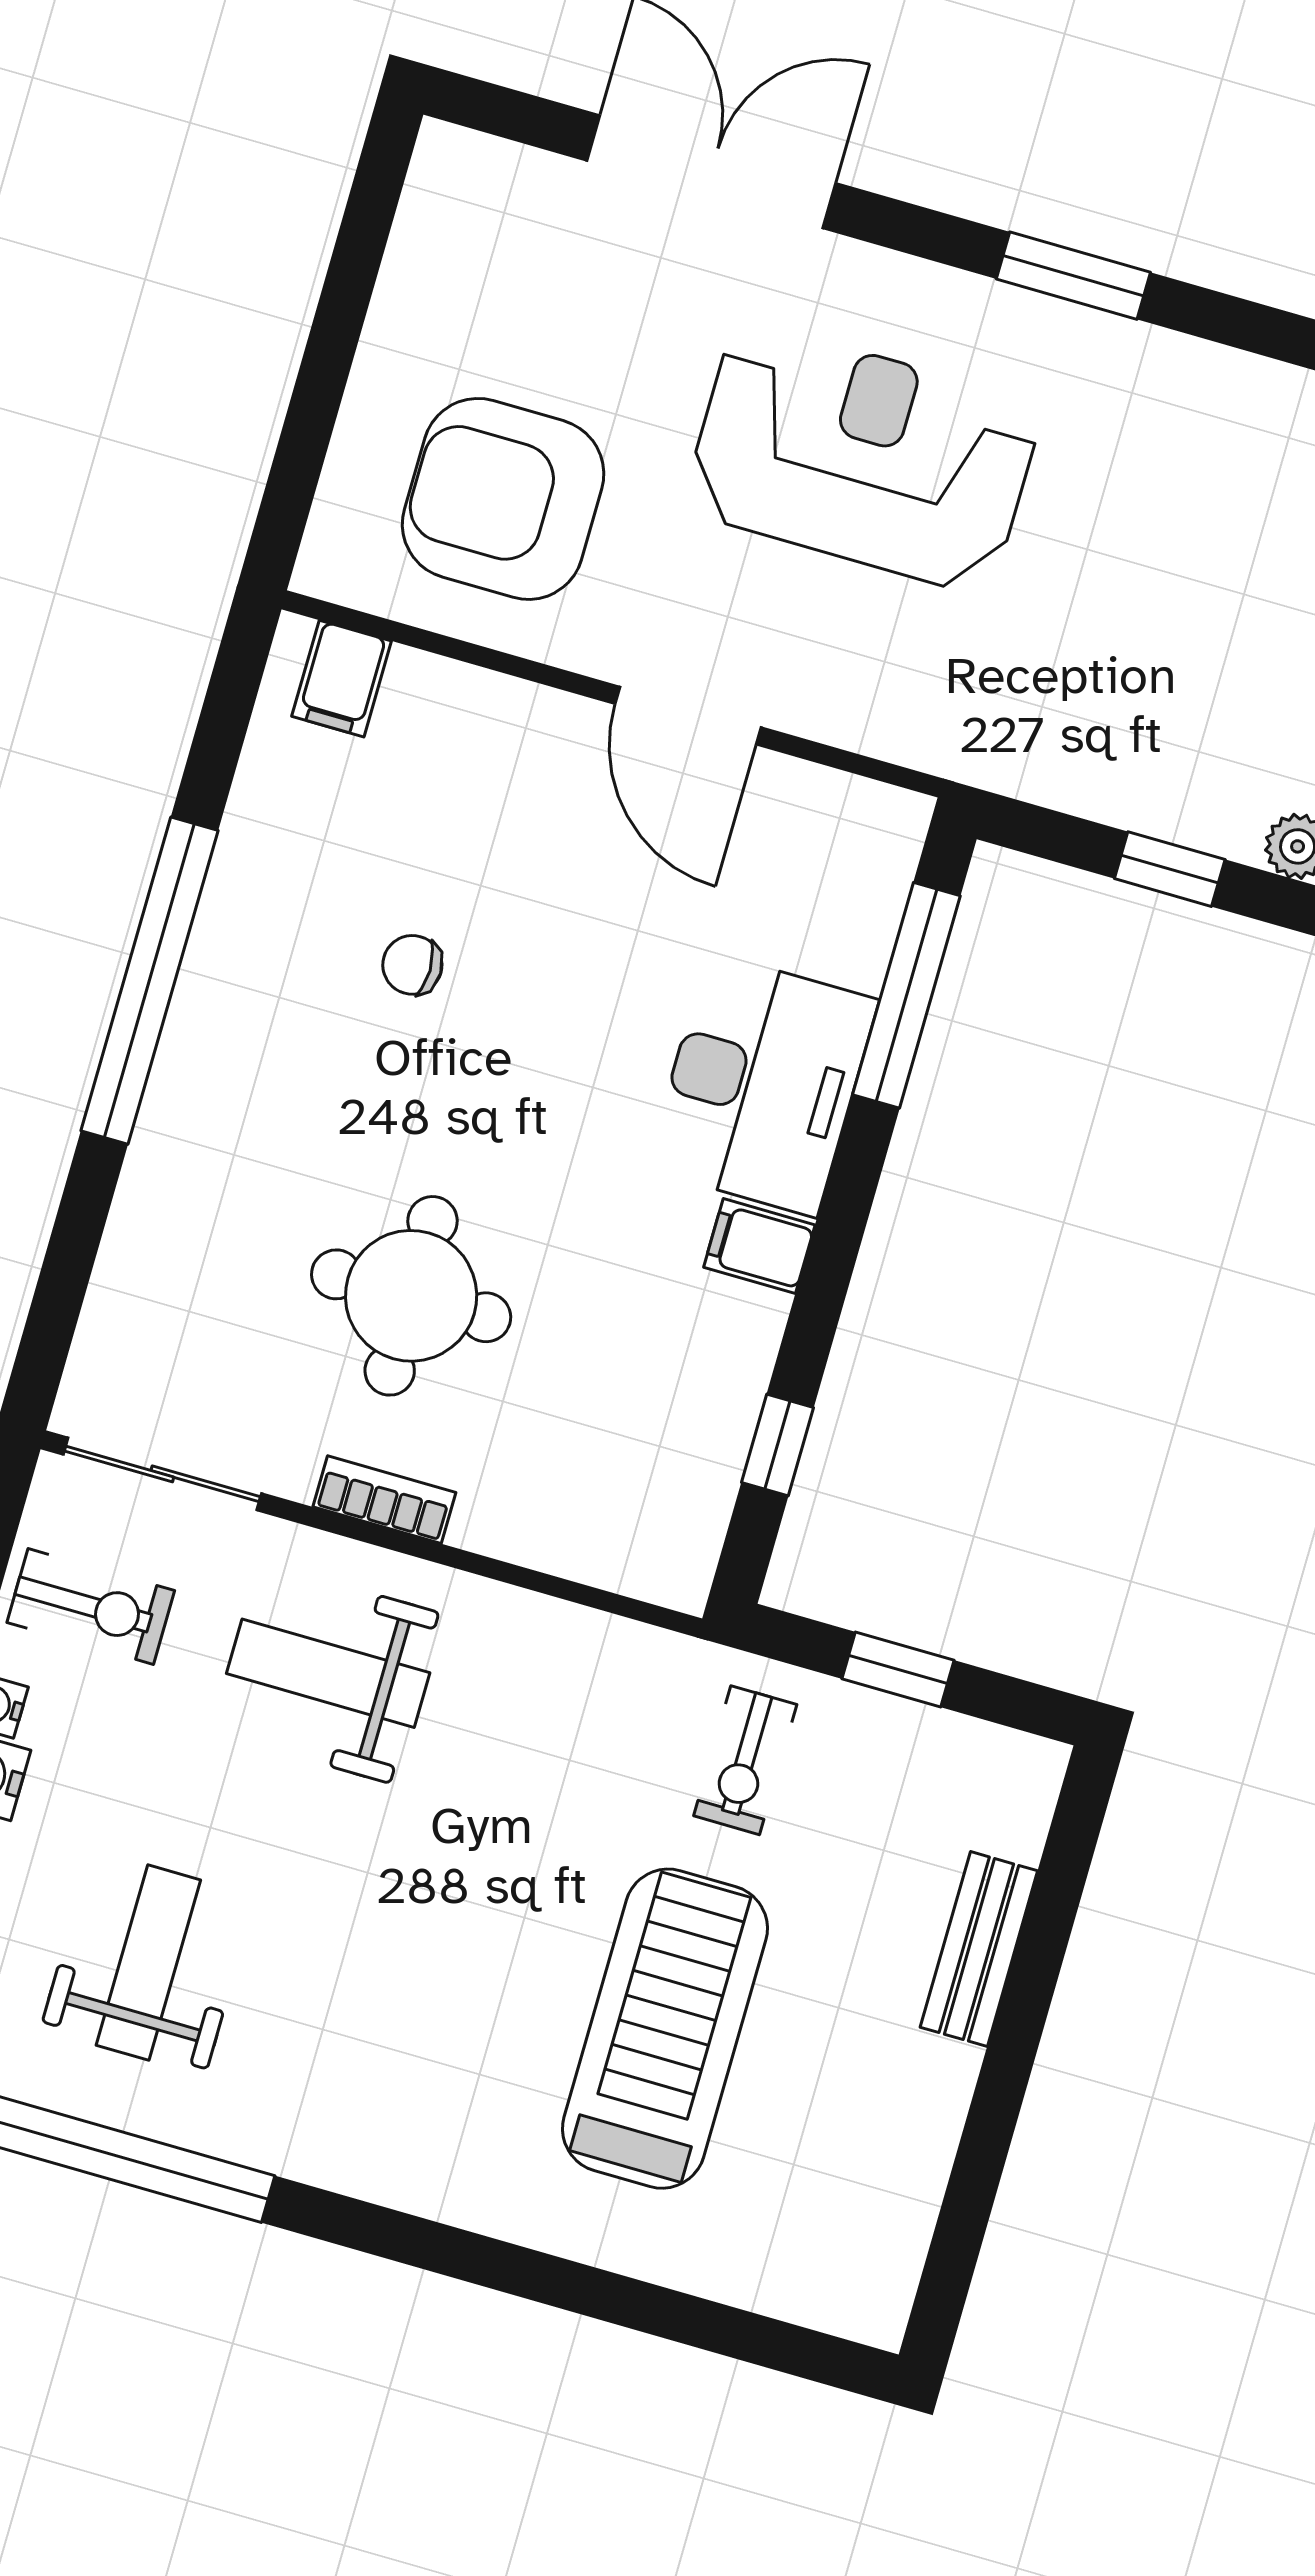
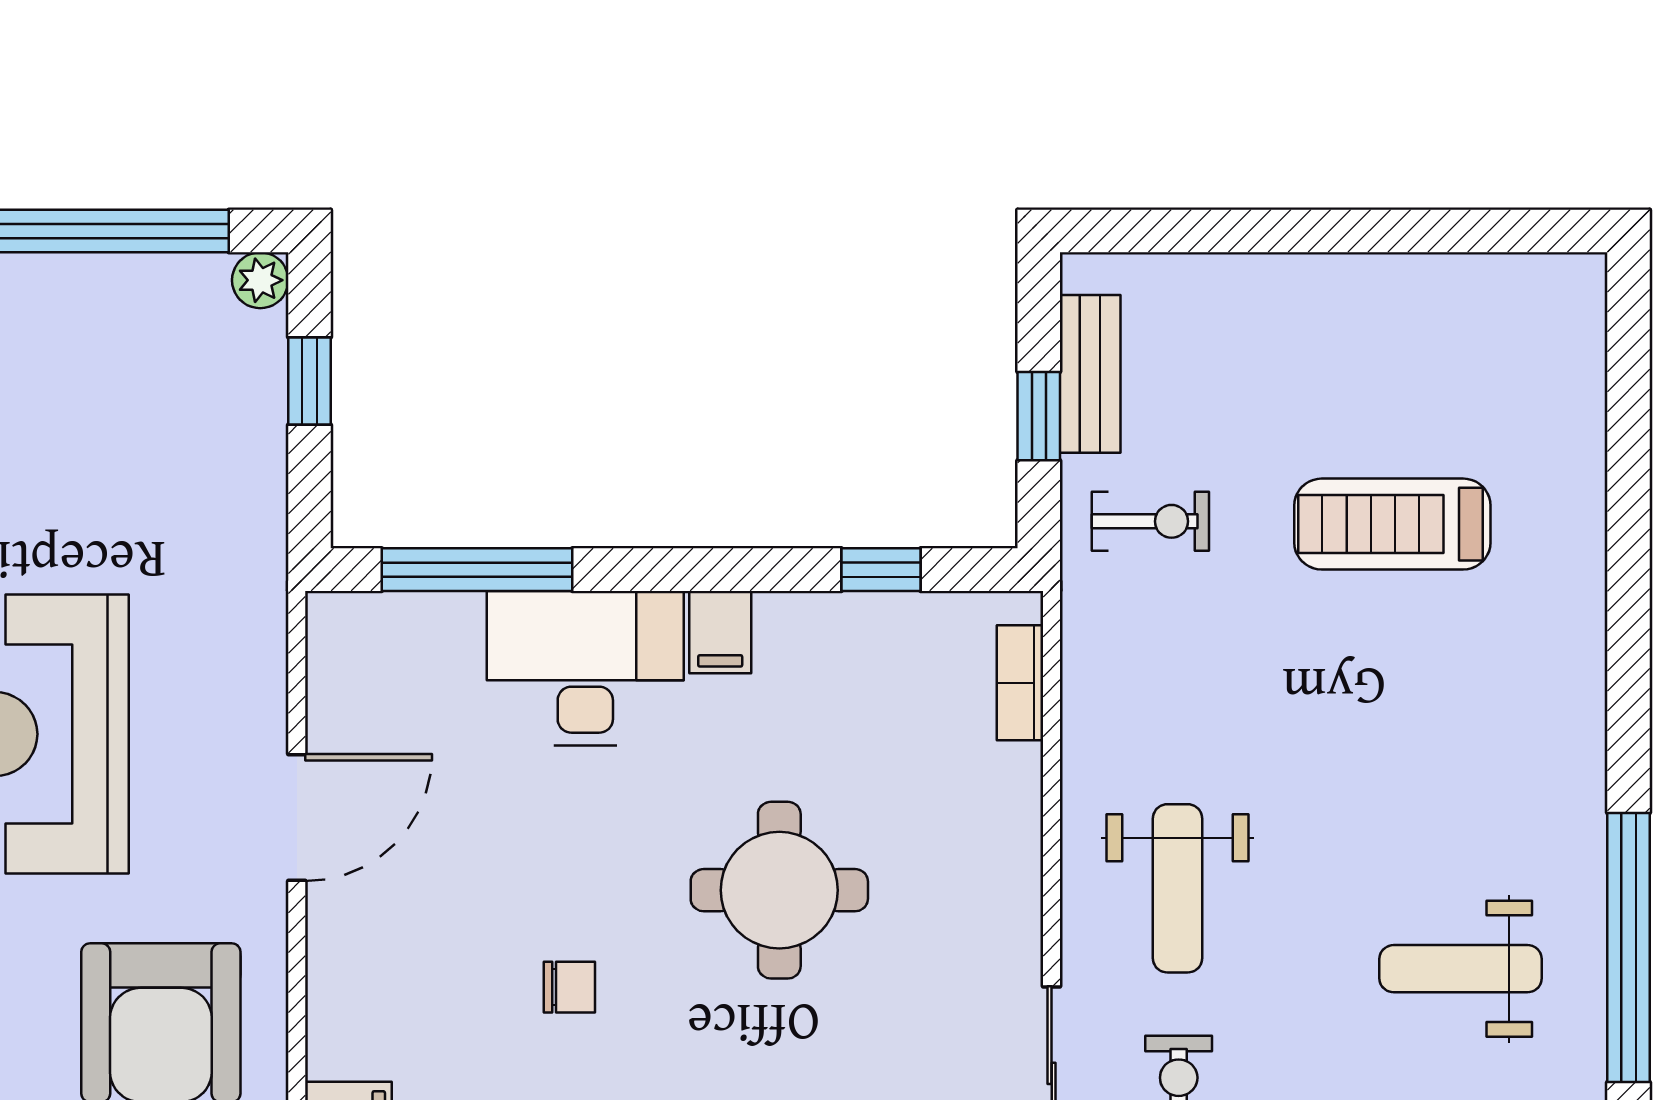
chair: (412, 965) -> (569, 987), turned -90
round table: (411, 1296) -> (779, 890), moved
bookcase: (384, 1500) -> (1020, 683), moved
bench: (979, 1949) -> (1090, 374), moved, turned 90
treadmill: (665, 2029) -> (1392, 524), width x0.73, depth x0.73

